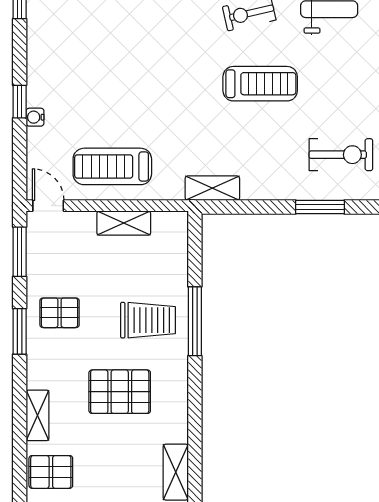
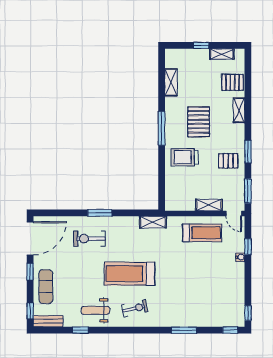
treadmill: (260, 84) -> (129, 274), width x1.37, depth x1.38
window: (20, 102) -> (248, 247), moved
shelving: (124, 223) -> (209, 205), moved
window: (195, 321) -> (162, 128), moved
pallet: (120, 392) -> (199, 122), turned 90

